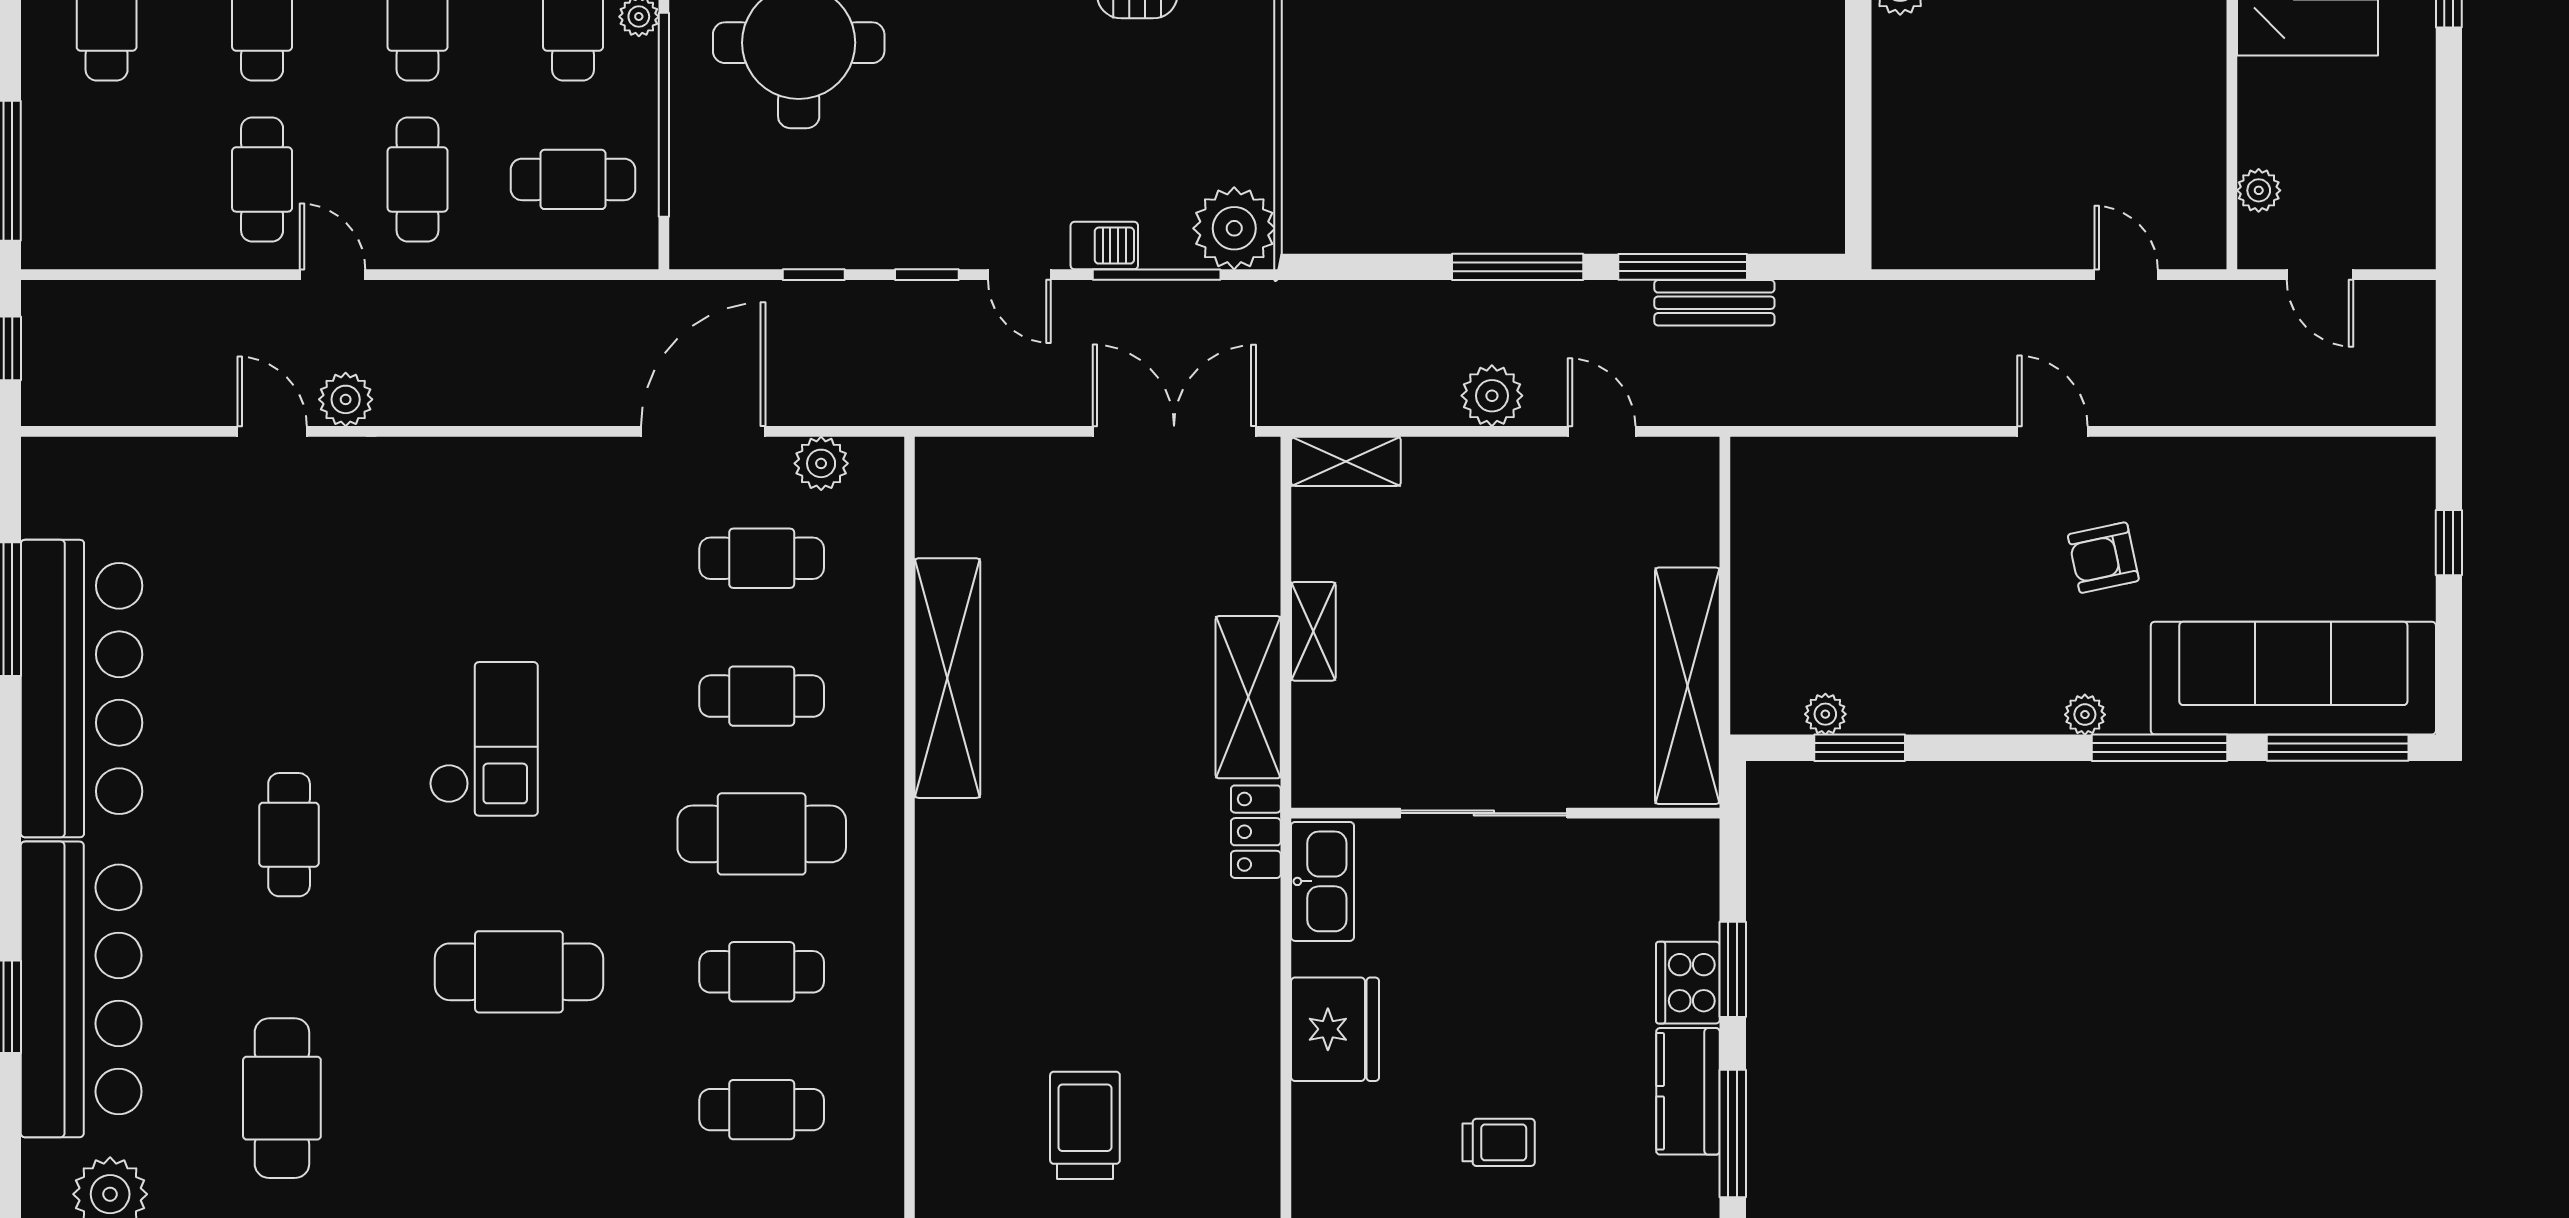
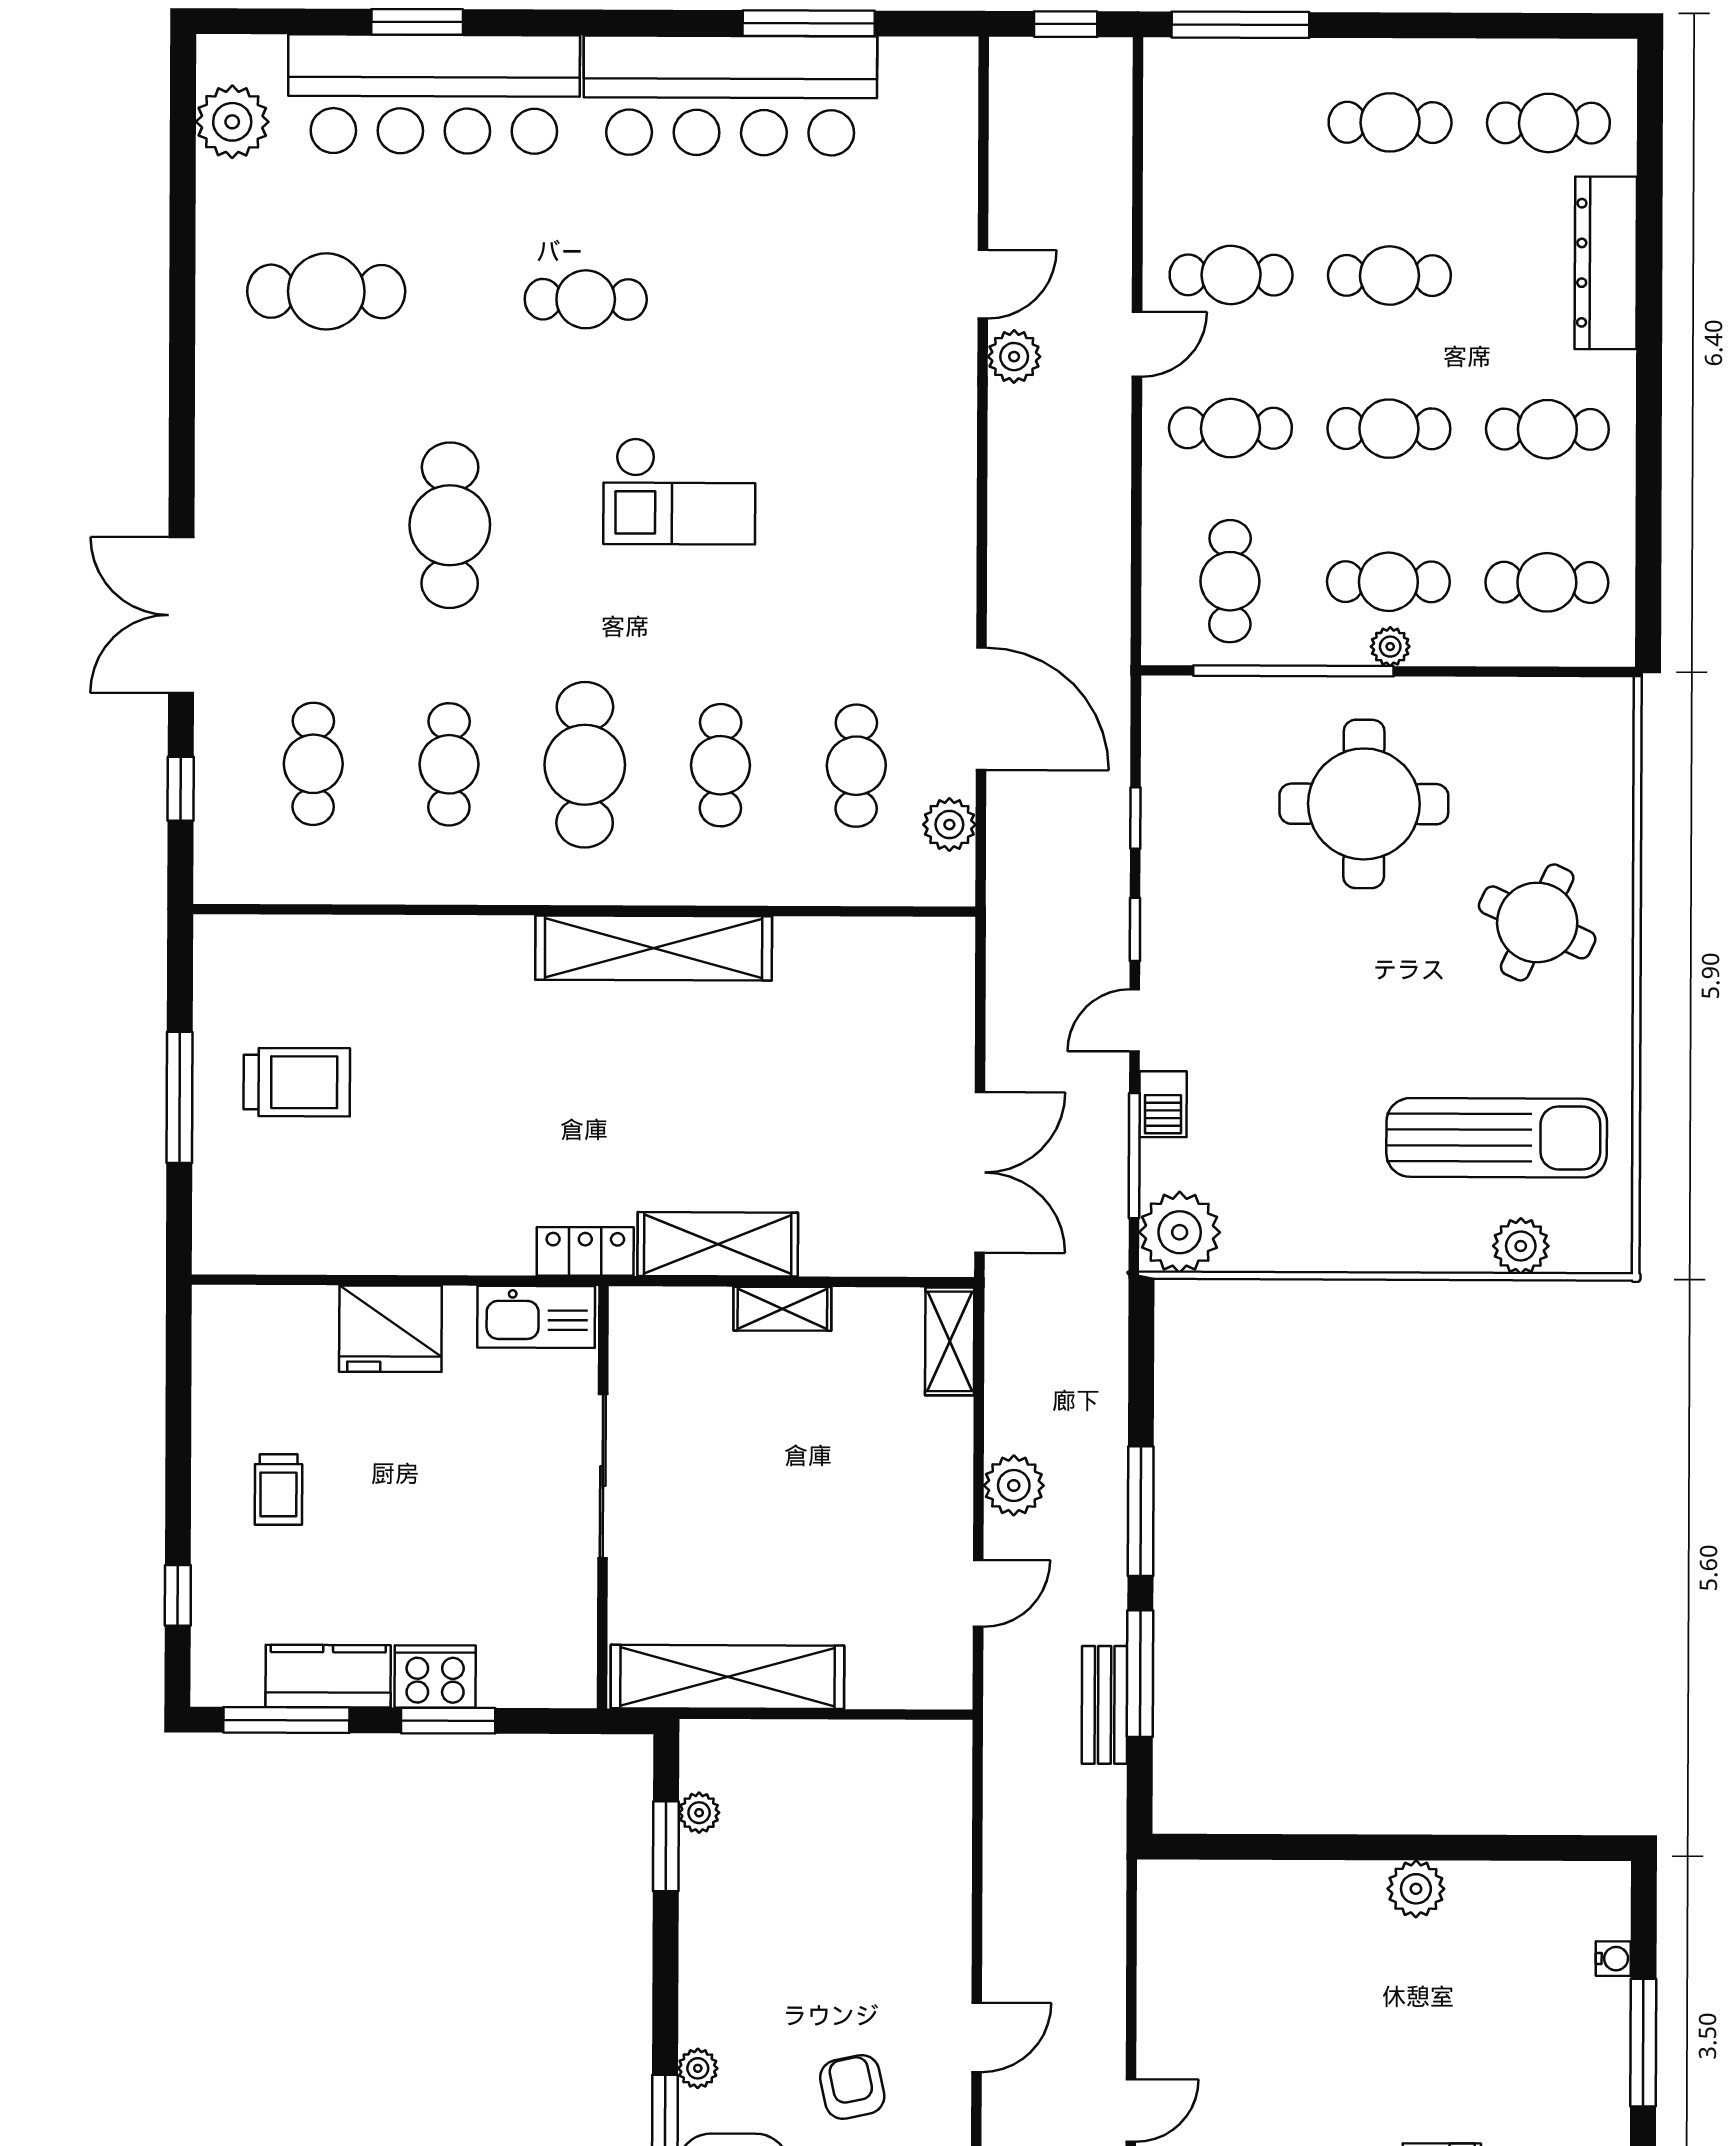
shelving: (947, 678) -> (654, 948), moved

